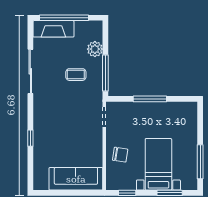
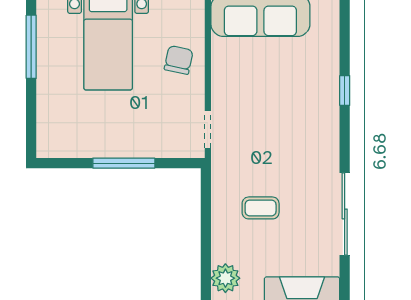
plant: (95, 49) -> (225, 278), moved
window: (105, 73) -> (206, 211), removed
chair: (120, 155) -> (179, 60), turned 93

